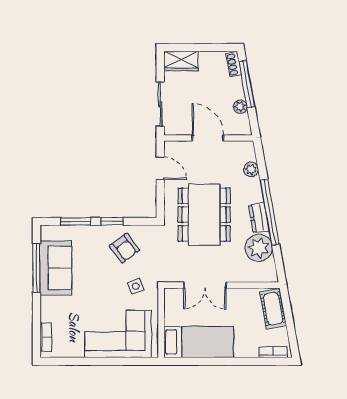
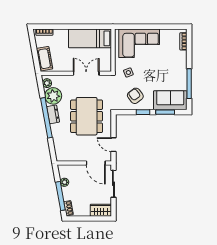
door: (208, 138) -> (96, 163), moved
plant: (251, 170) -> (47, 83), moved
sofa: (56, 268) -> (170, 100), moved, turned 90

